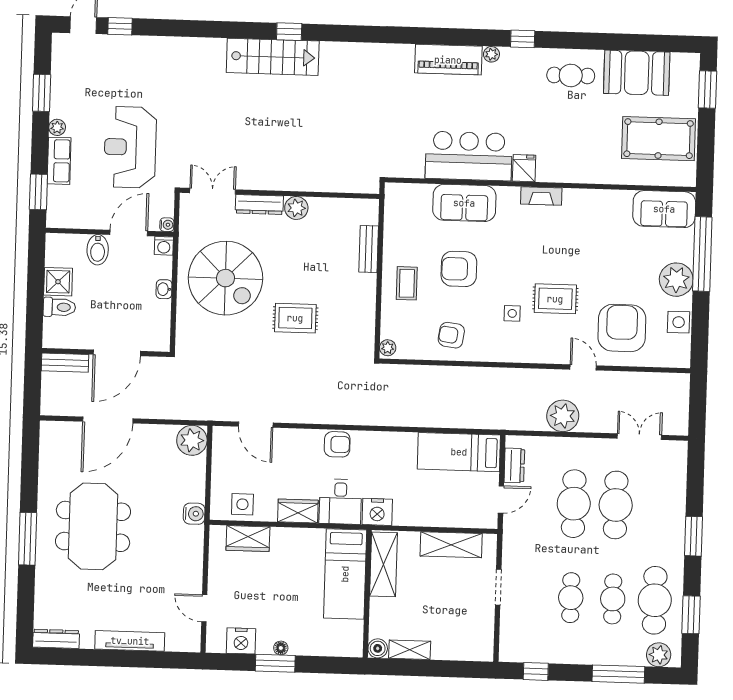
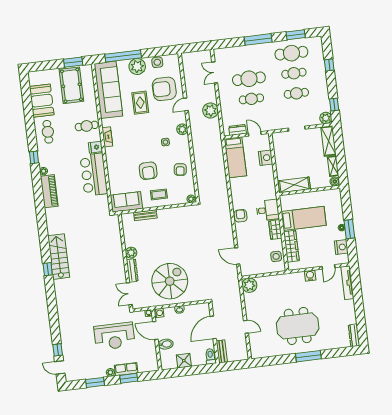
stairs: (273, 57) -> (59, 257), moved
window: (708, 90) -> (73, 62), moved
cafe table: (570, 157) -> (87, 126), added
window: (38, 192) -> (129, 378), moved
sofa: (464, 203) -> (127, 202), moved, turned -90
sofa: (664, 209) -> (108, 90), width x1.85, depth x1.27
rug: (555, 299) -> (140, 103), moved
toilet: (59, 307) -> (210, 356), moved
rug: (295, 318) -> (184, 245), removed
plant: (533, 352) -> (182, 129), added
door: (117, 353) -> (213, 327), swing flipped
door: (108, 420) -> (246, 327), width x0.53
door: (256, 425) -> (237, 256), swing flipped
cafe table: (574, 504) -> (251, 99), width x0.73, depth x0.74
nightstand: (377, 512) -> (266, 158), moved
water cooler: (194, 514) -> (310, 276), moved
window: (693, 536) -> (258, 39), width x1.44
wardrobe: (248, 539) -> (291, 246), width x1.50
shelving: (451, 545) -> (329, 141), moved
bed: (345, 574) -> (304, 218), moved
tv unit: (130, 641) -> (347, 283), moved
plant: (659, 655) -> (326, 118), moved
window: (618, 674) -> (329, 65), width x0.46

